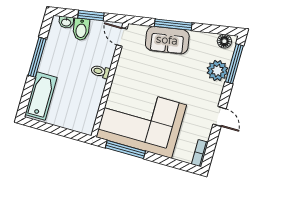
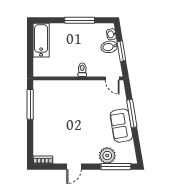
door: (122, 37) -> (112, 78), swing flipped
sofa: (167, 40) -> (121, 126), moved
floor lamp: (224, 41) -> (130, 155), removed
bathtub: (41, 96) -> (41, 40), moved, turned -90
corner sofa: (141, 121) -> (54, 110), removed

